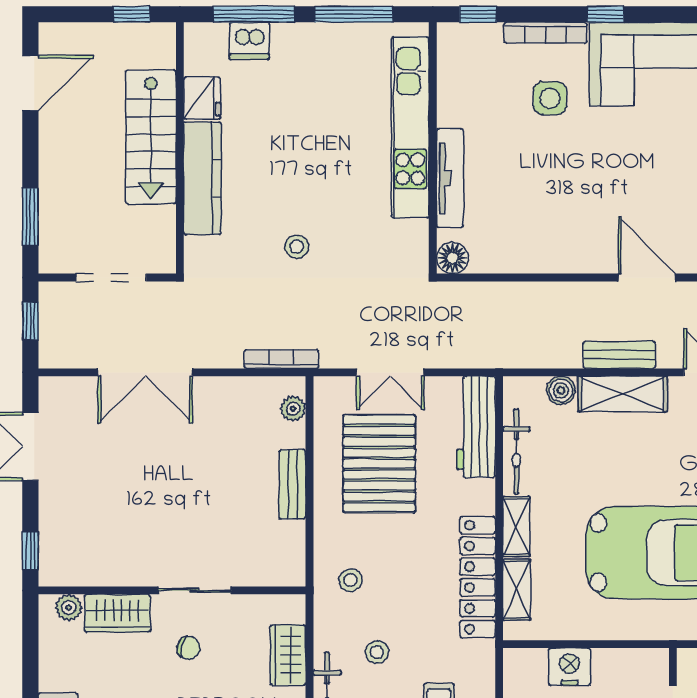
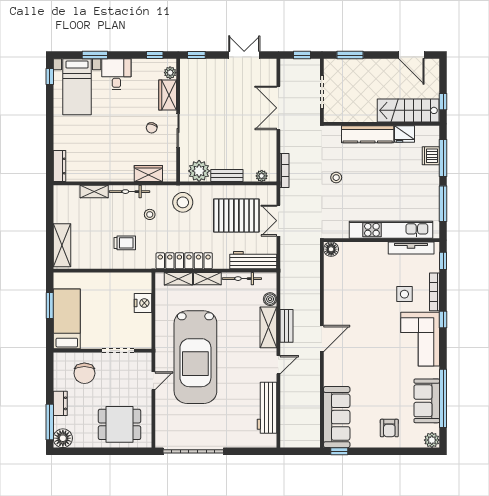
stairs: (151, 137) -> (408, 110), moved
tv unit: (450, 178) -> (411, 248), moved
plant: (282, 545) -> (199, 171), added
stool: (351, 580) -> (183, 202), width x1.89, depth x1.89
window: (30, 641) -> (155, 55), added

